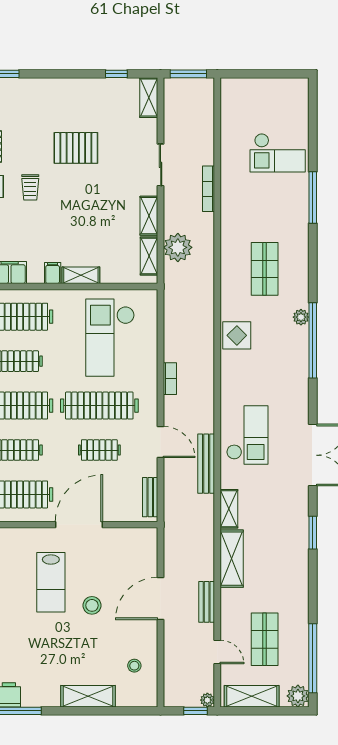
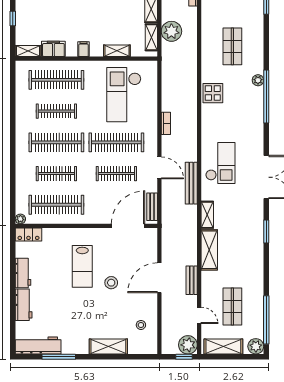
shelving: (81, 275) -> (117, 51), moved
clothes rail: (99, 450) -> (116, 174), width x1.36
door: (79, 525) -> (128, 226), moved
plant: (207, 700) -> (188, 345), width x1.87, depth x1.87

